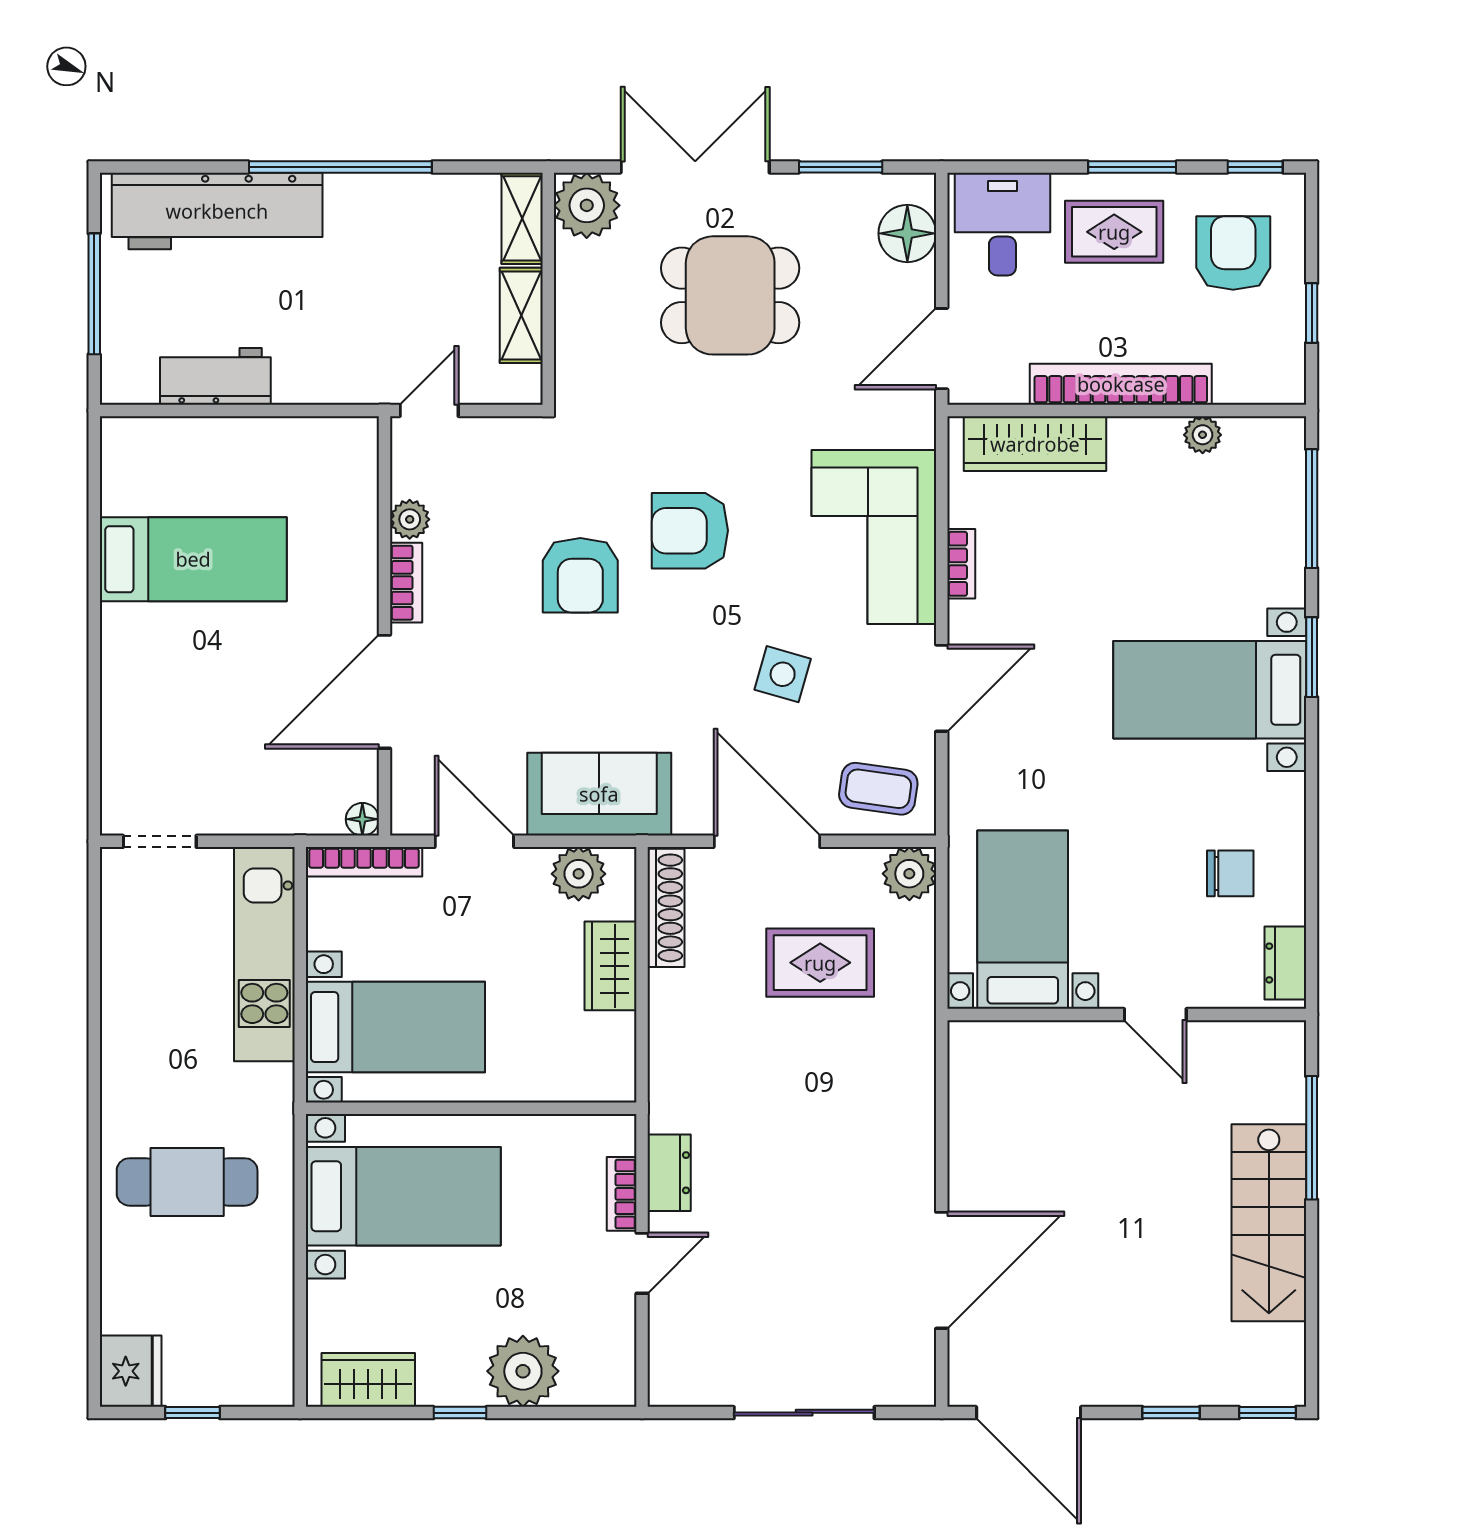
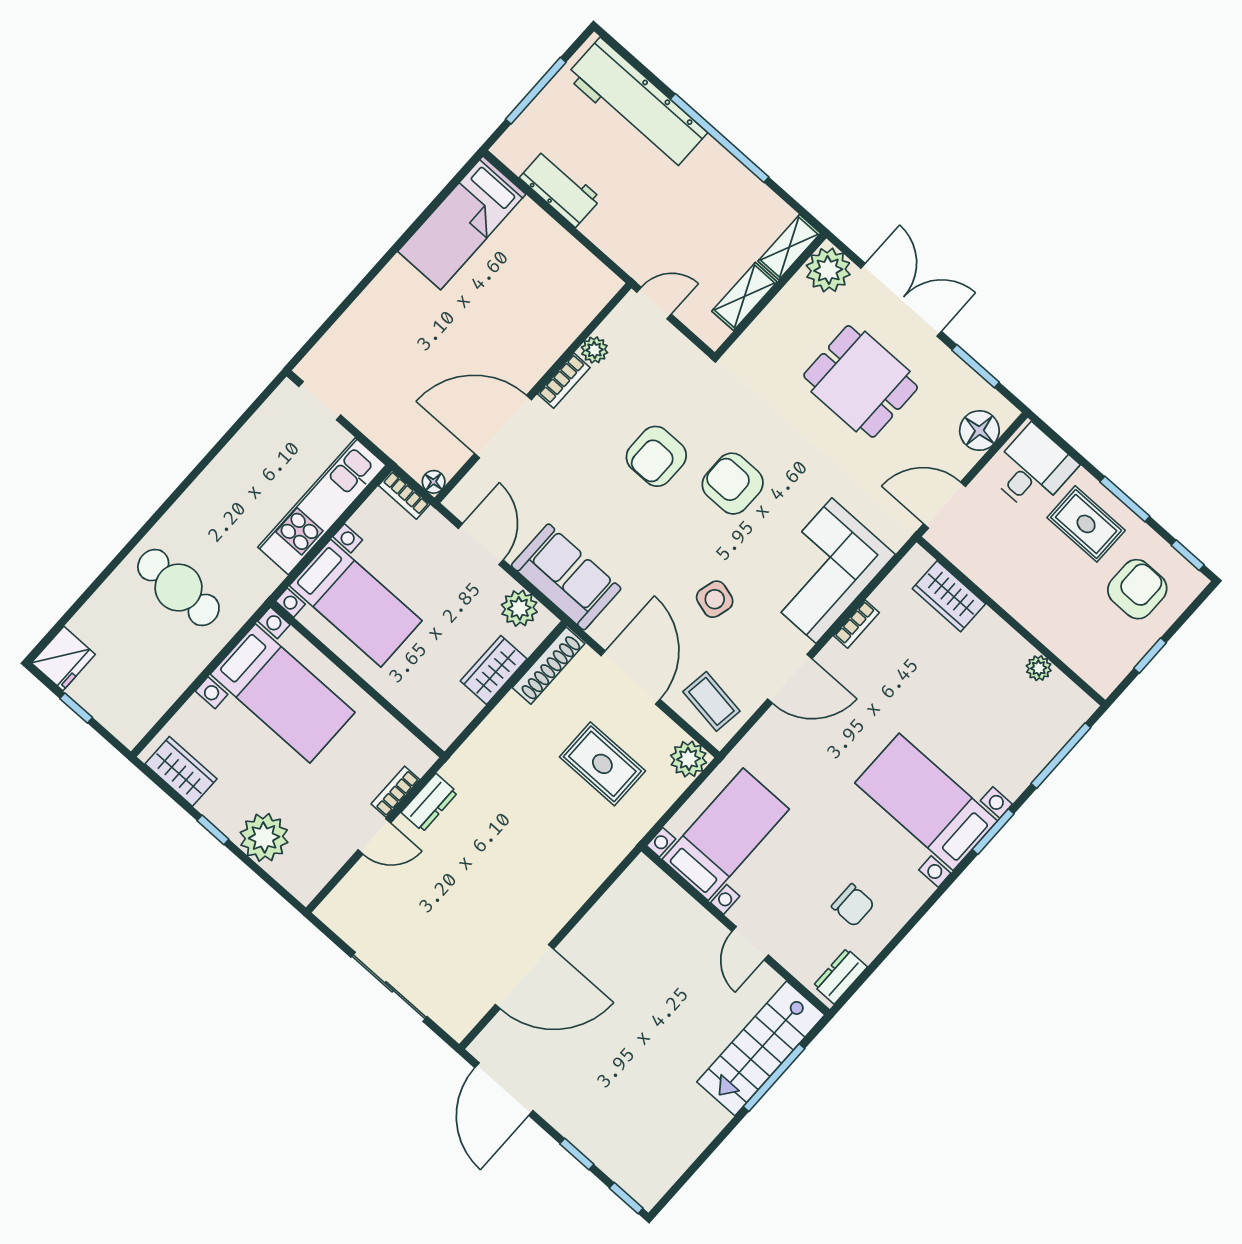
bookcase: (1121, 384) -> (1020, 605), removed
wardrobe: (1035, 444) -> (949, 596), width x0.67
bed: (193, 559) -> (462, 223), moved, turned 90
bookcase: (364, 862) -> (404, 495), width x0.64
stairs: (1269, 1223) -> (761, 1048), moved

